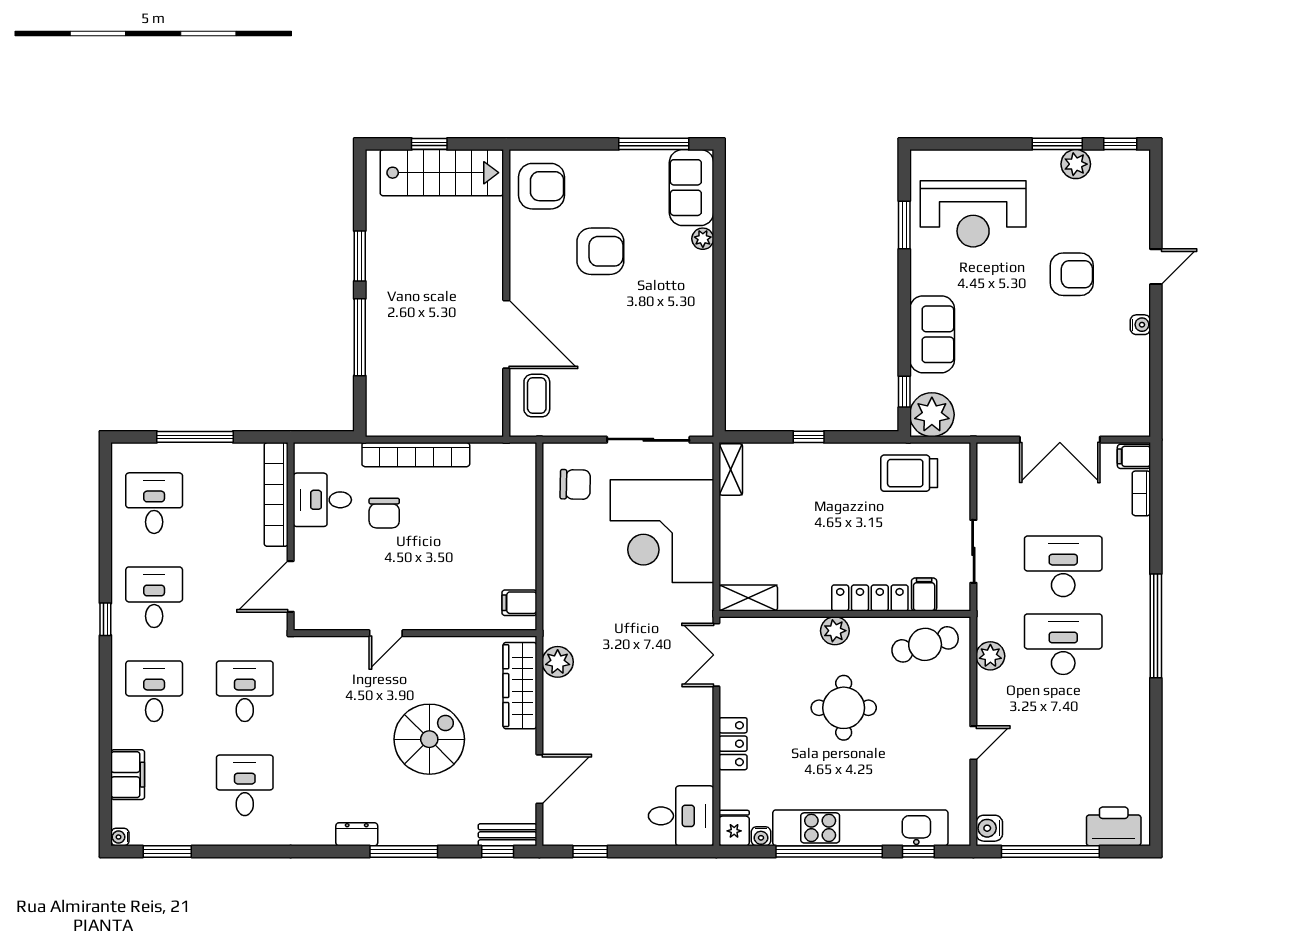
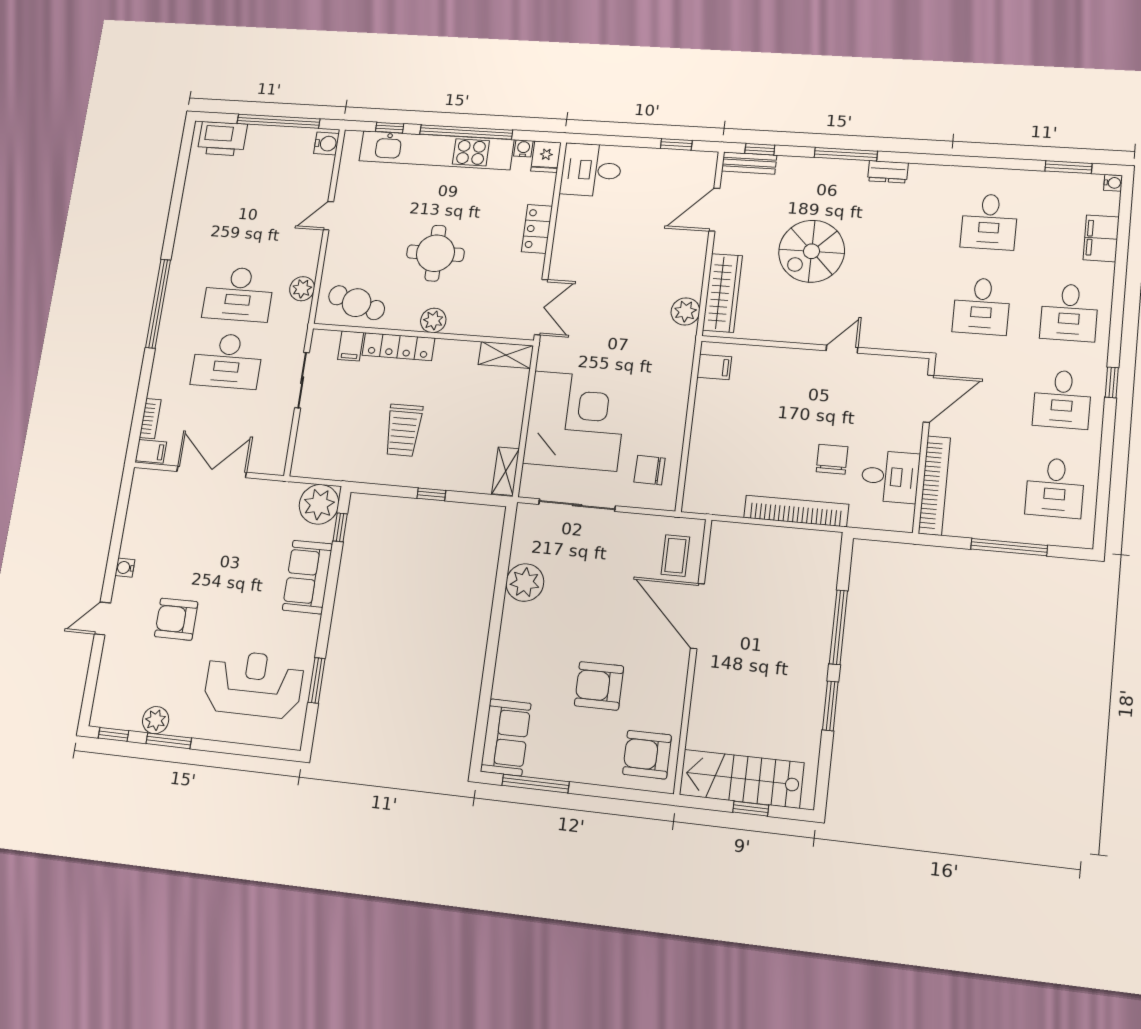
plant: (703, 239) -> (525, 582), moved, width x1.87, depth x1.87
trolley: (909, 473) -> (403, 430), moved, turned 90
cafe table: (925, 644) -> (357, 303), turned 33

